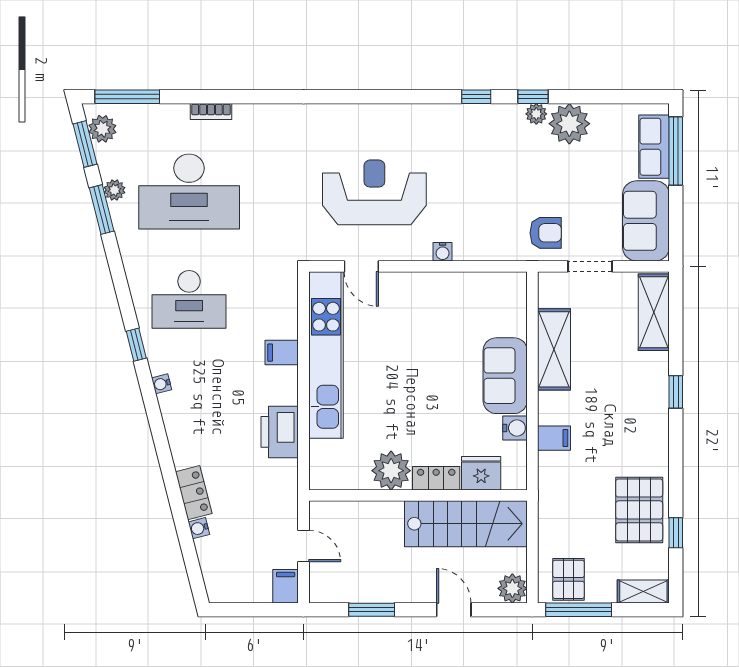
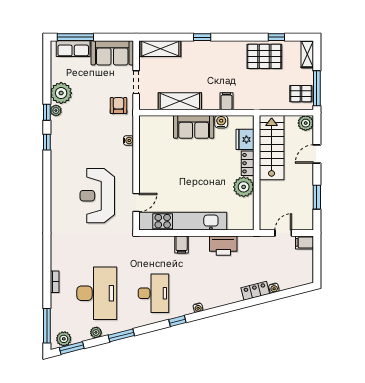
window: (102, 209) -> (121, 335), moved
water cooler: (443, 252) -> (128, 141), moved

